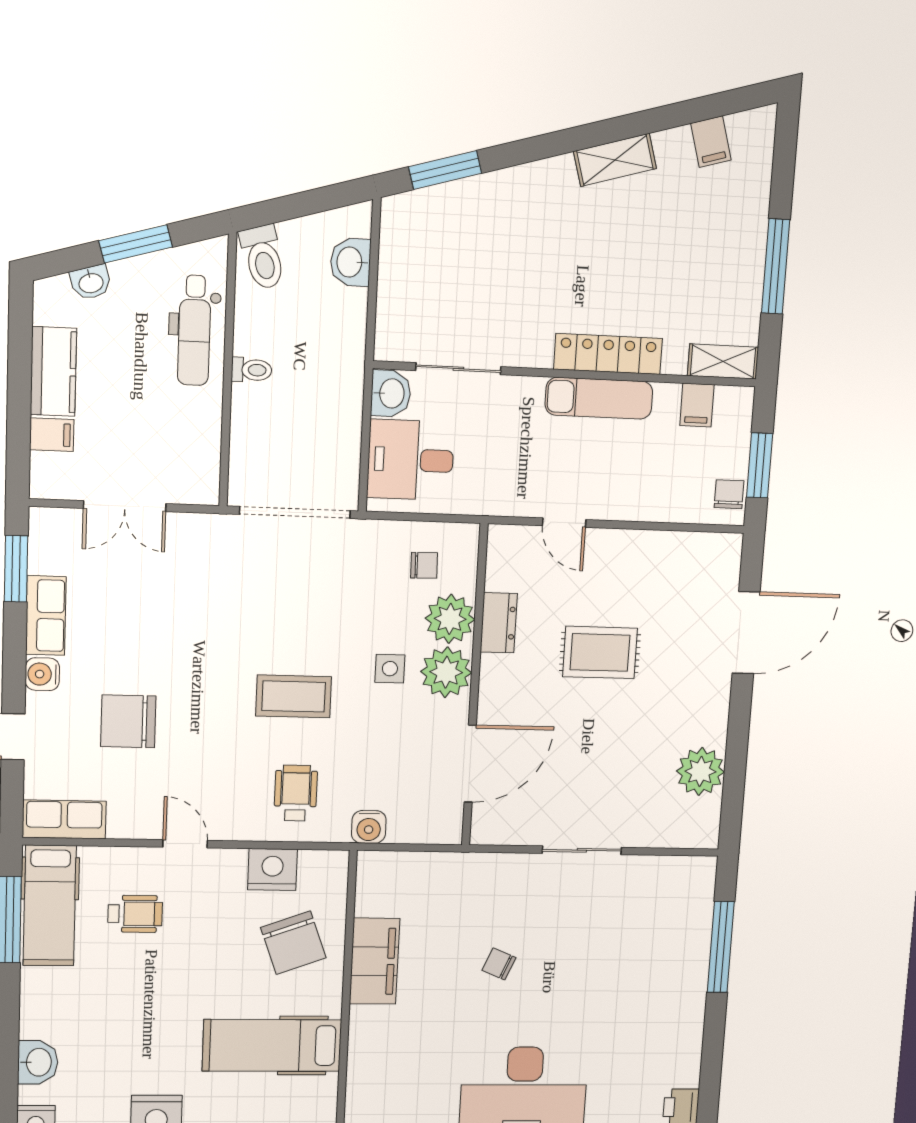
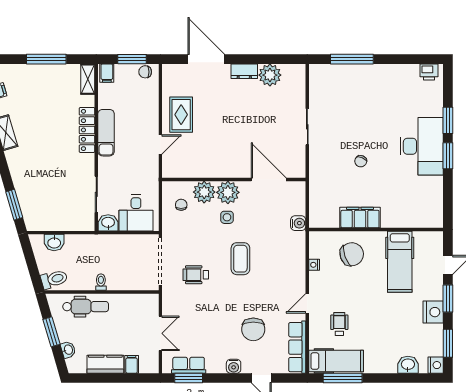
filing cabinet: (697, 405) -> (107, 73), moved, turned 90
row of seats: (46, 616) -> (189, 365), moved
dresser: (499, 623) -> (244, 71), moved, turned 180
rug: (600, 652) -> (181, 115), moved
wheelchair: (296, 793) -> (196, 275), moved
row of seats: (64, 819) -> (297, 347), width x1.48
nightstand: (272, 869) -> (314, 265), width x0.53, depth x0.56

